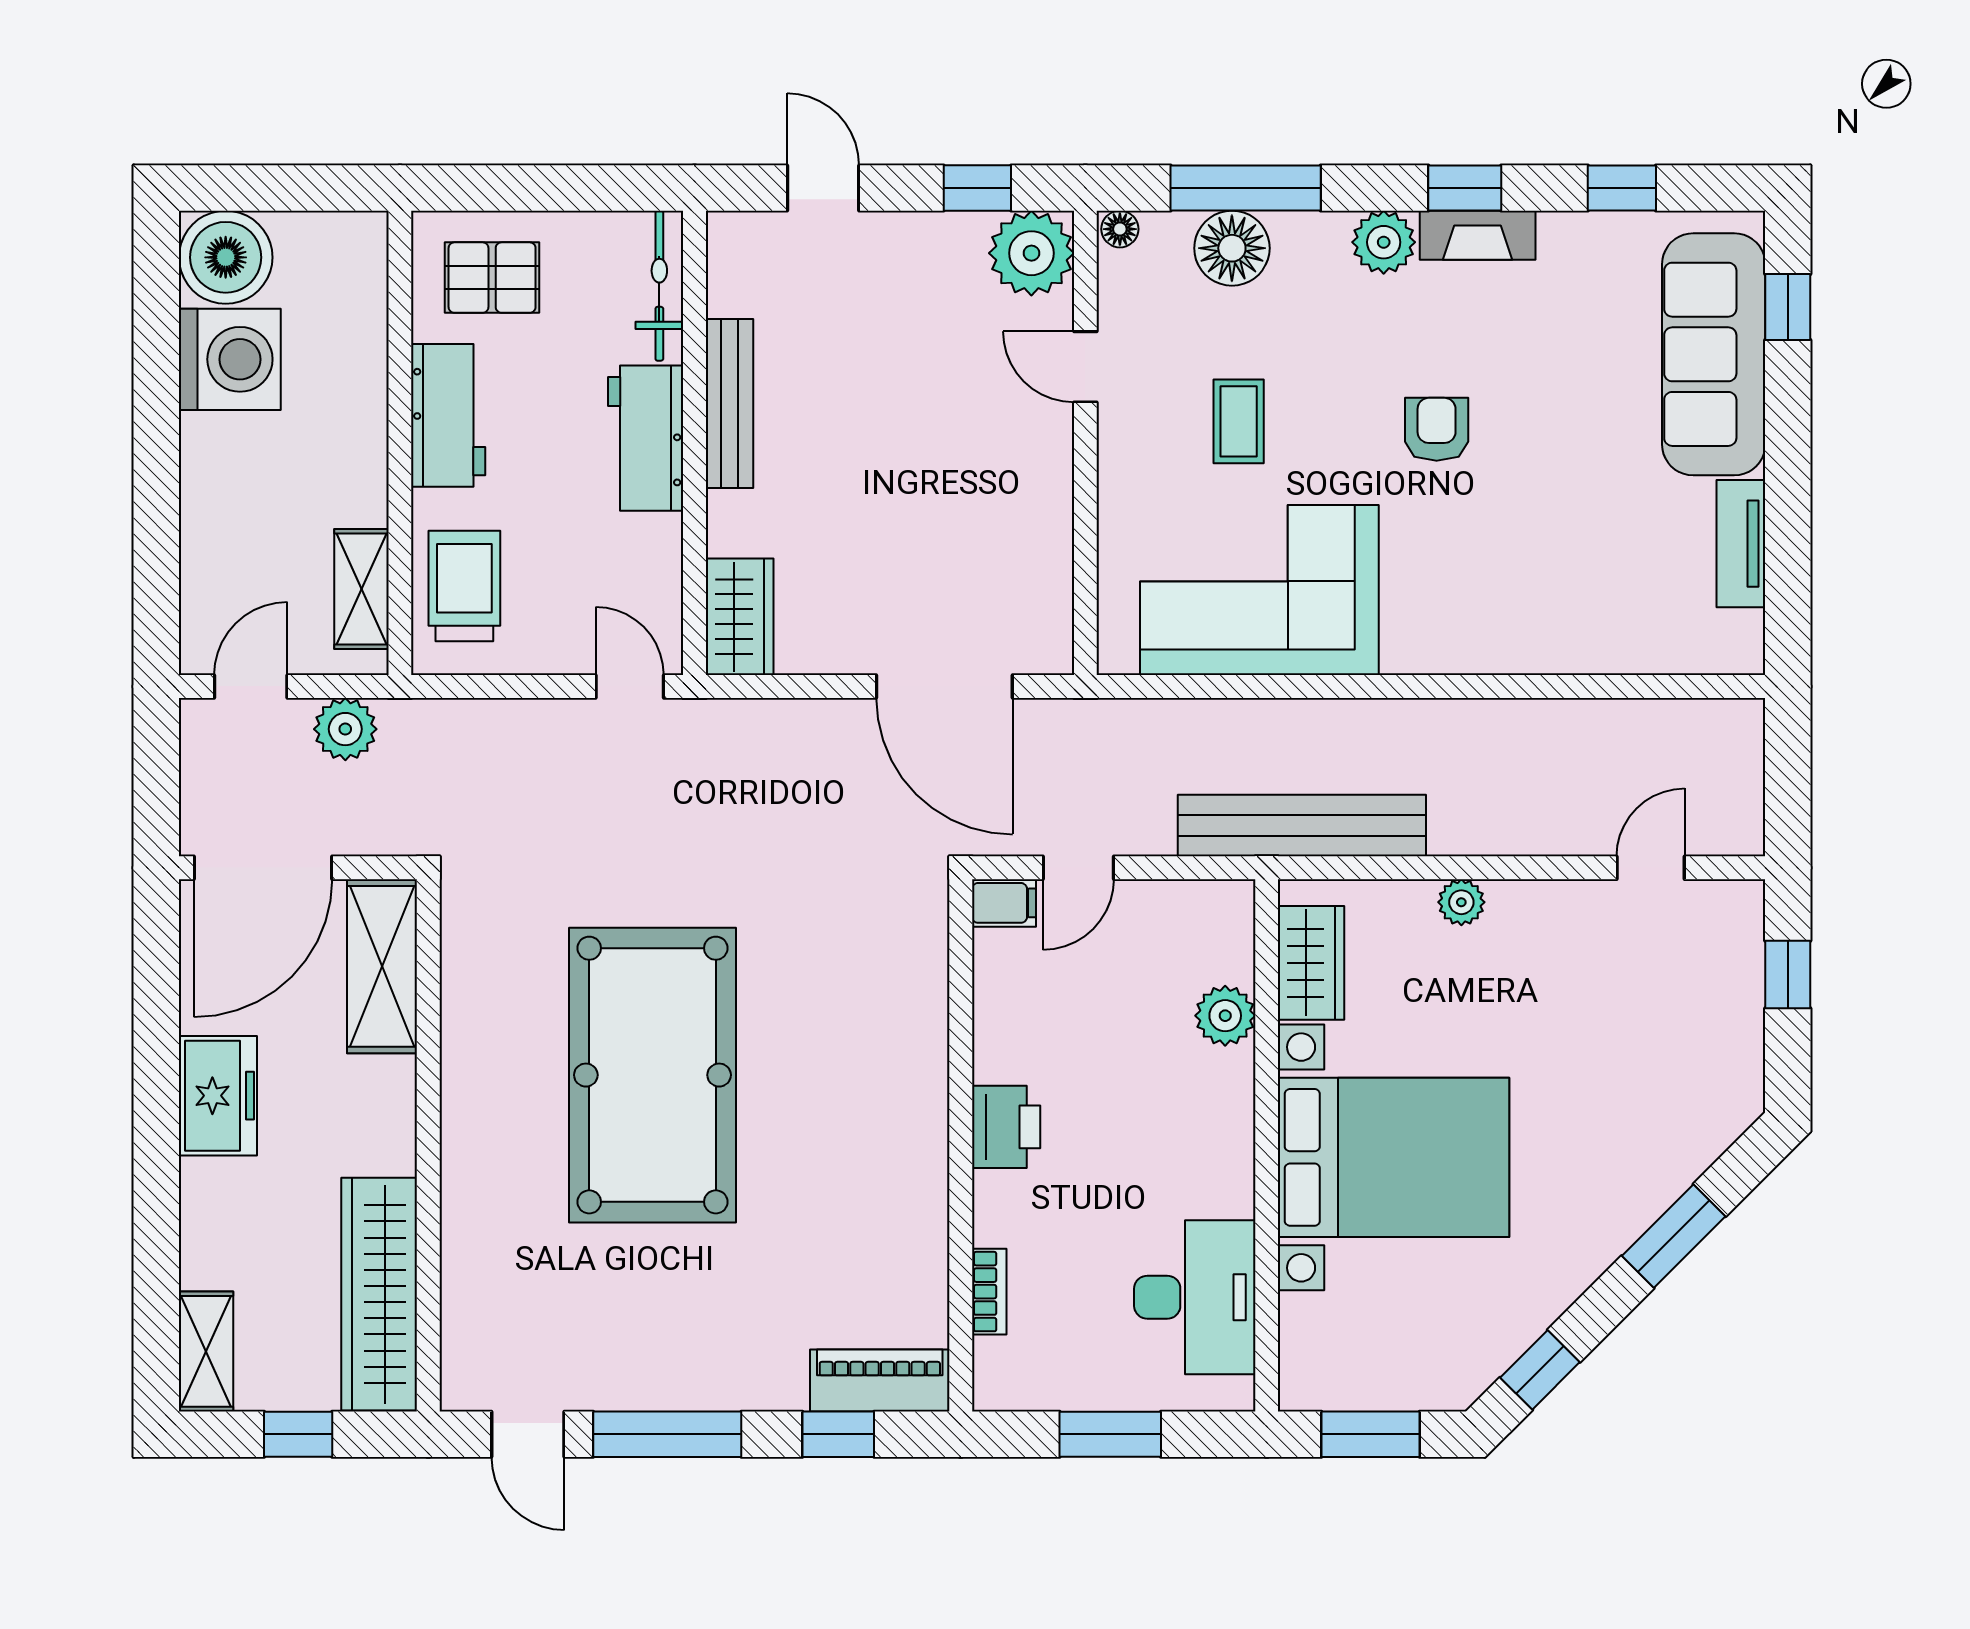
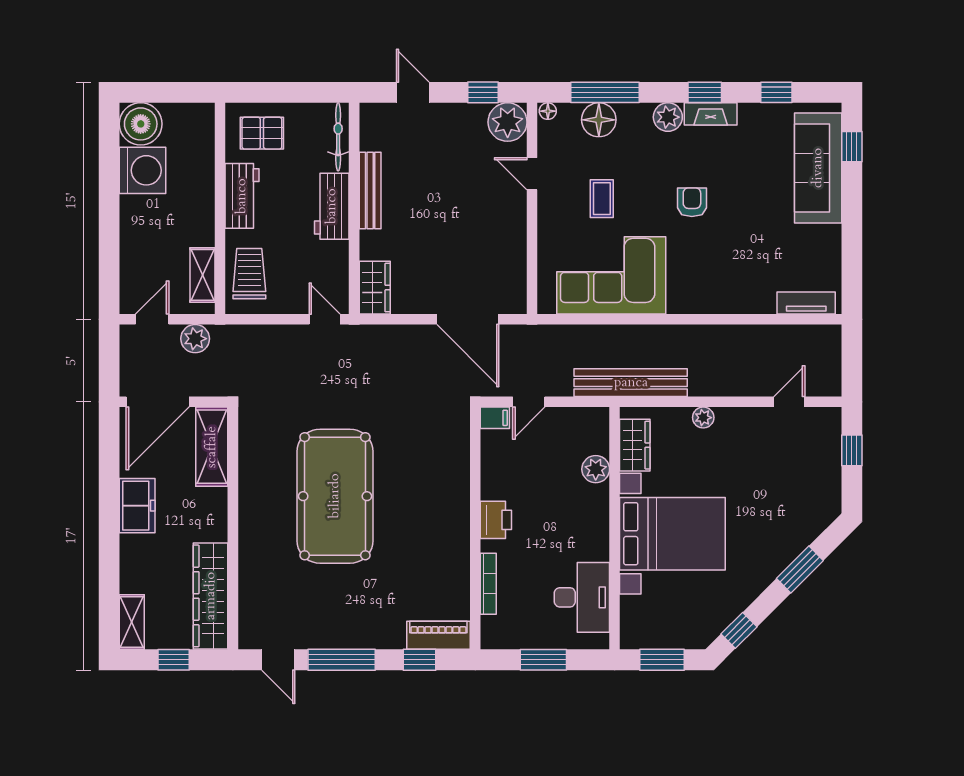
tv unit: (1741, 544) -> (806, 303), moved, turned 90
bookcase: (989, 1292) -> (488, 584), width x1.56

